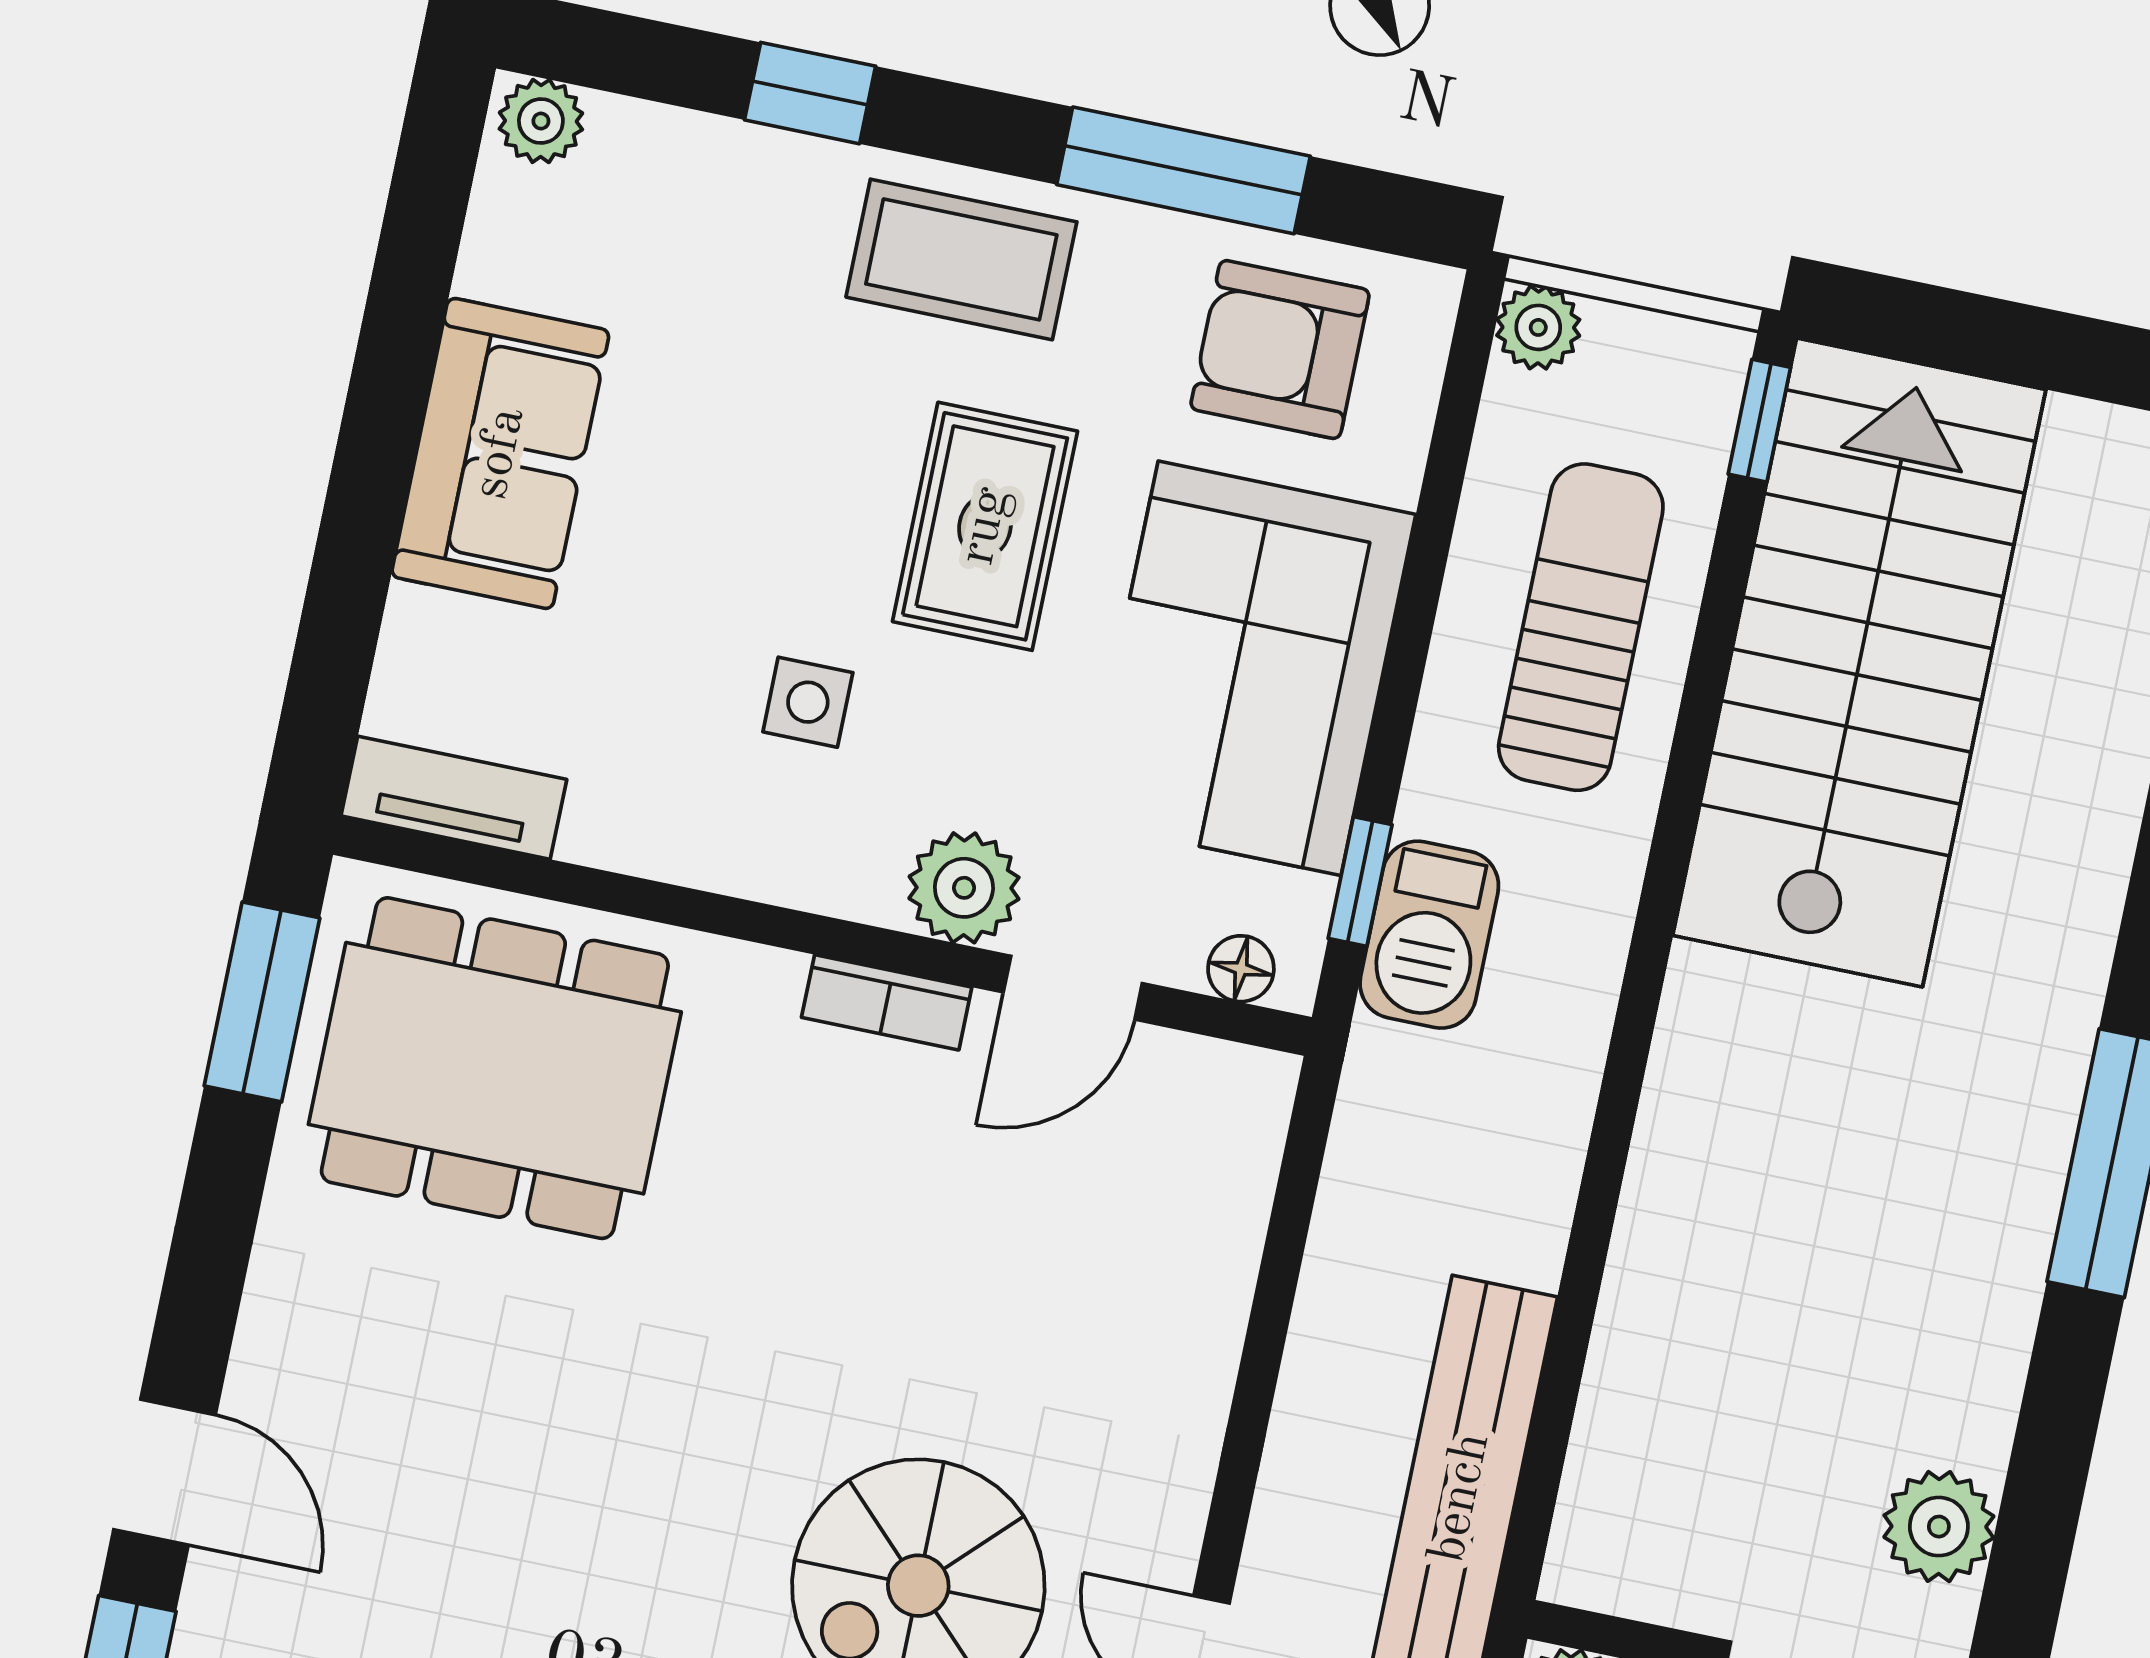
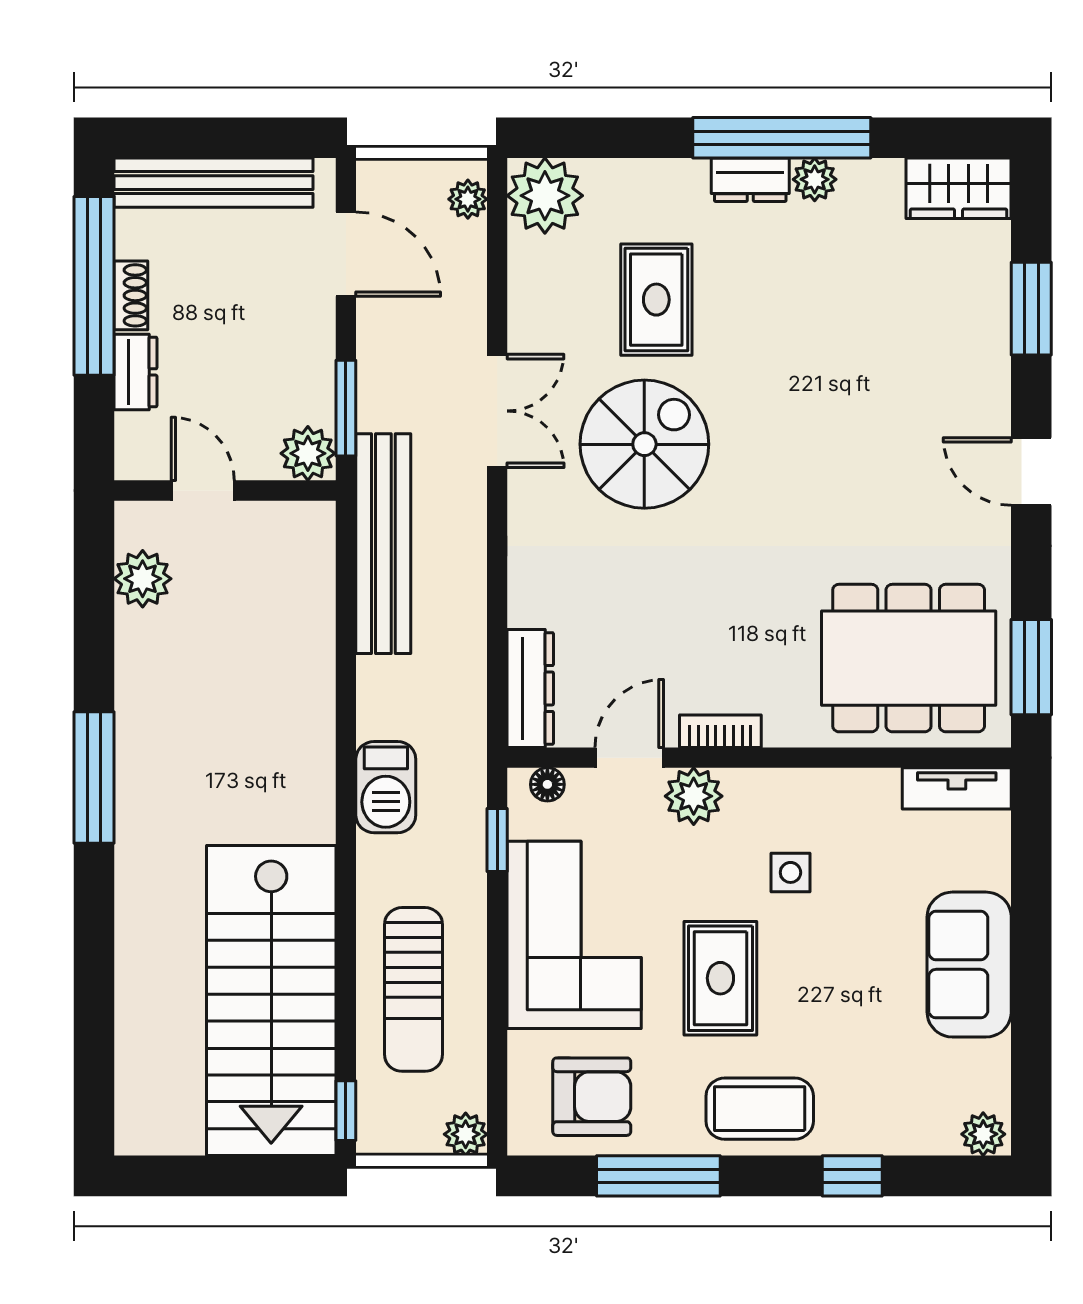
barbecue: (1429, 935) -> (386, 787), moved, turned 180
dresser: (1236, 1160) -> (530, 688), added
door: (165, 1472) -> (1031, 472), moved

